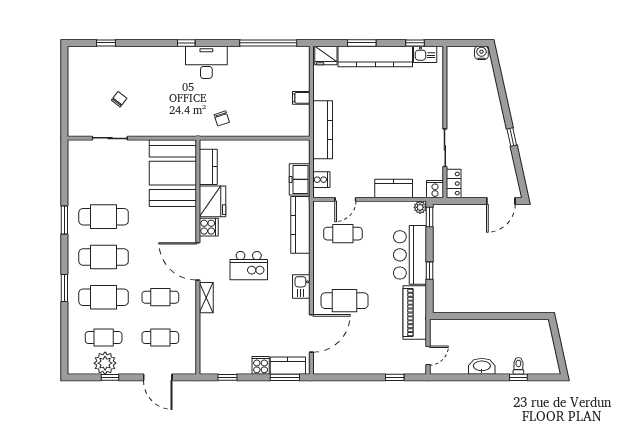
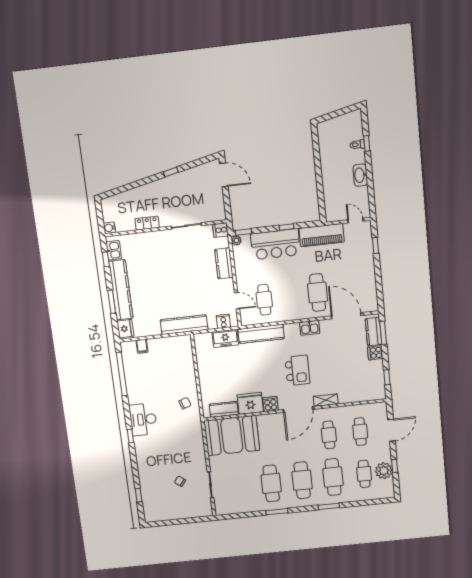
water cooler: (481, 53) -> (109, 228), moved
filing cabinet: (301, 98) -> (142, 346), moved
locker: (454, 184) -> (147, 223), moved

